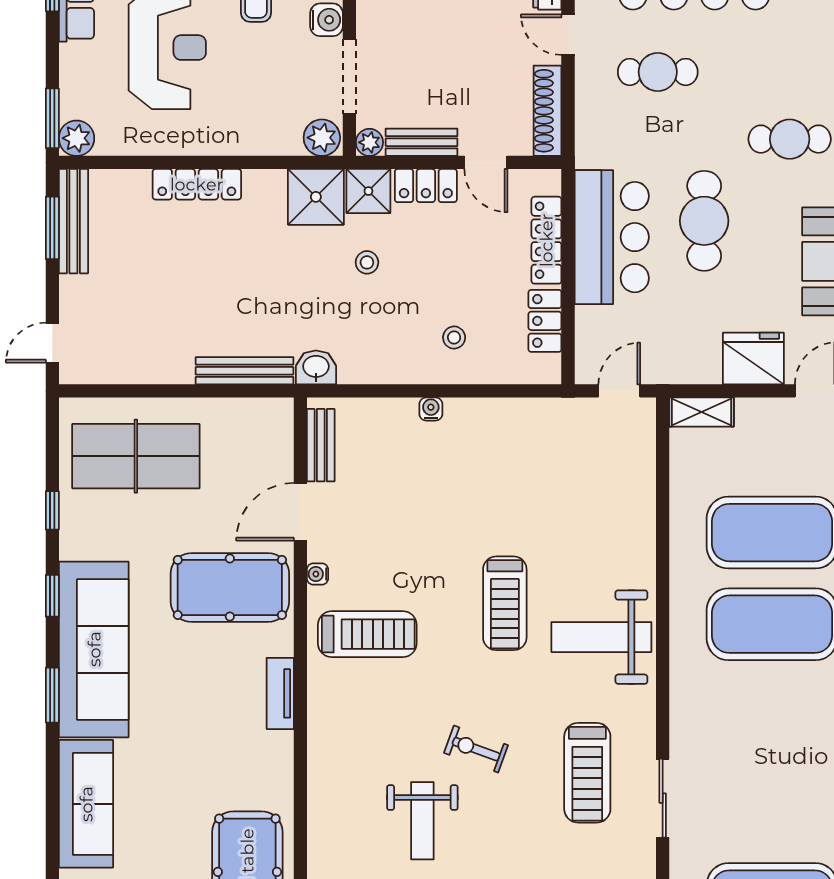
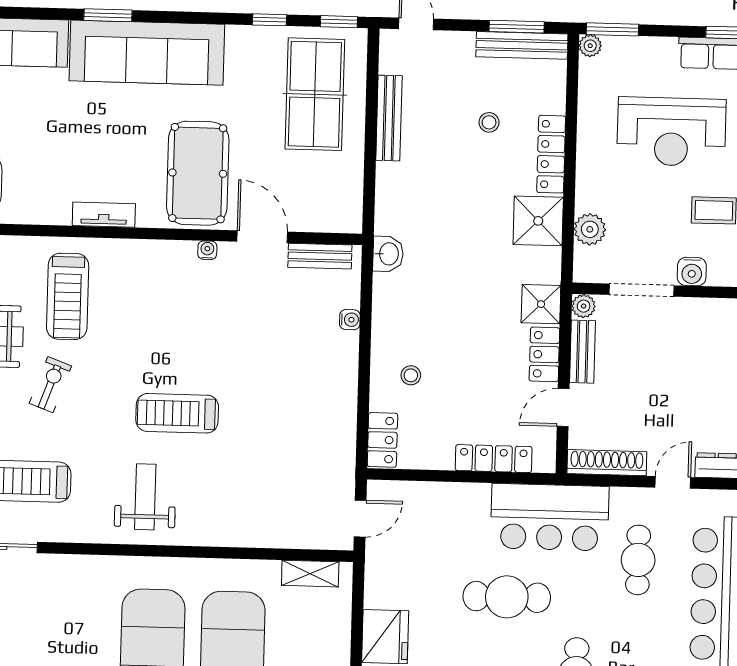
plant: (77, 138) -> (590, 46), width x0.73, depth x0.73
plant: (322, 138) -> (590, 229), moved
shower: (316, 197) -> (538, 221), moved
bar counter: (612, 237) -> (550, 517), moved
stool: (367, 262) -> (489, 122), moved
locker: (545, 321) -> (382, 440), moved, turned 90
bench: (244, 371) -> (389, 118), moved
door: (619, 391) -> (360, 519), hinge flipped
water cooler: (431, 409) -> (350, 320), moved
shelving: (702, 412) -> (310, 574), moved, turned 90
window: (52, 596) -> (339, 22), moved
treadmill: (367, 634) -> (68, 296), moved
weight bench: (601, 637) -> (145, 497), width x0.73, depth x0.75

